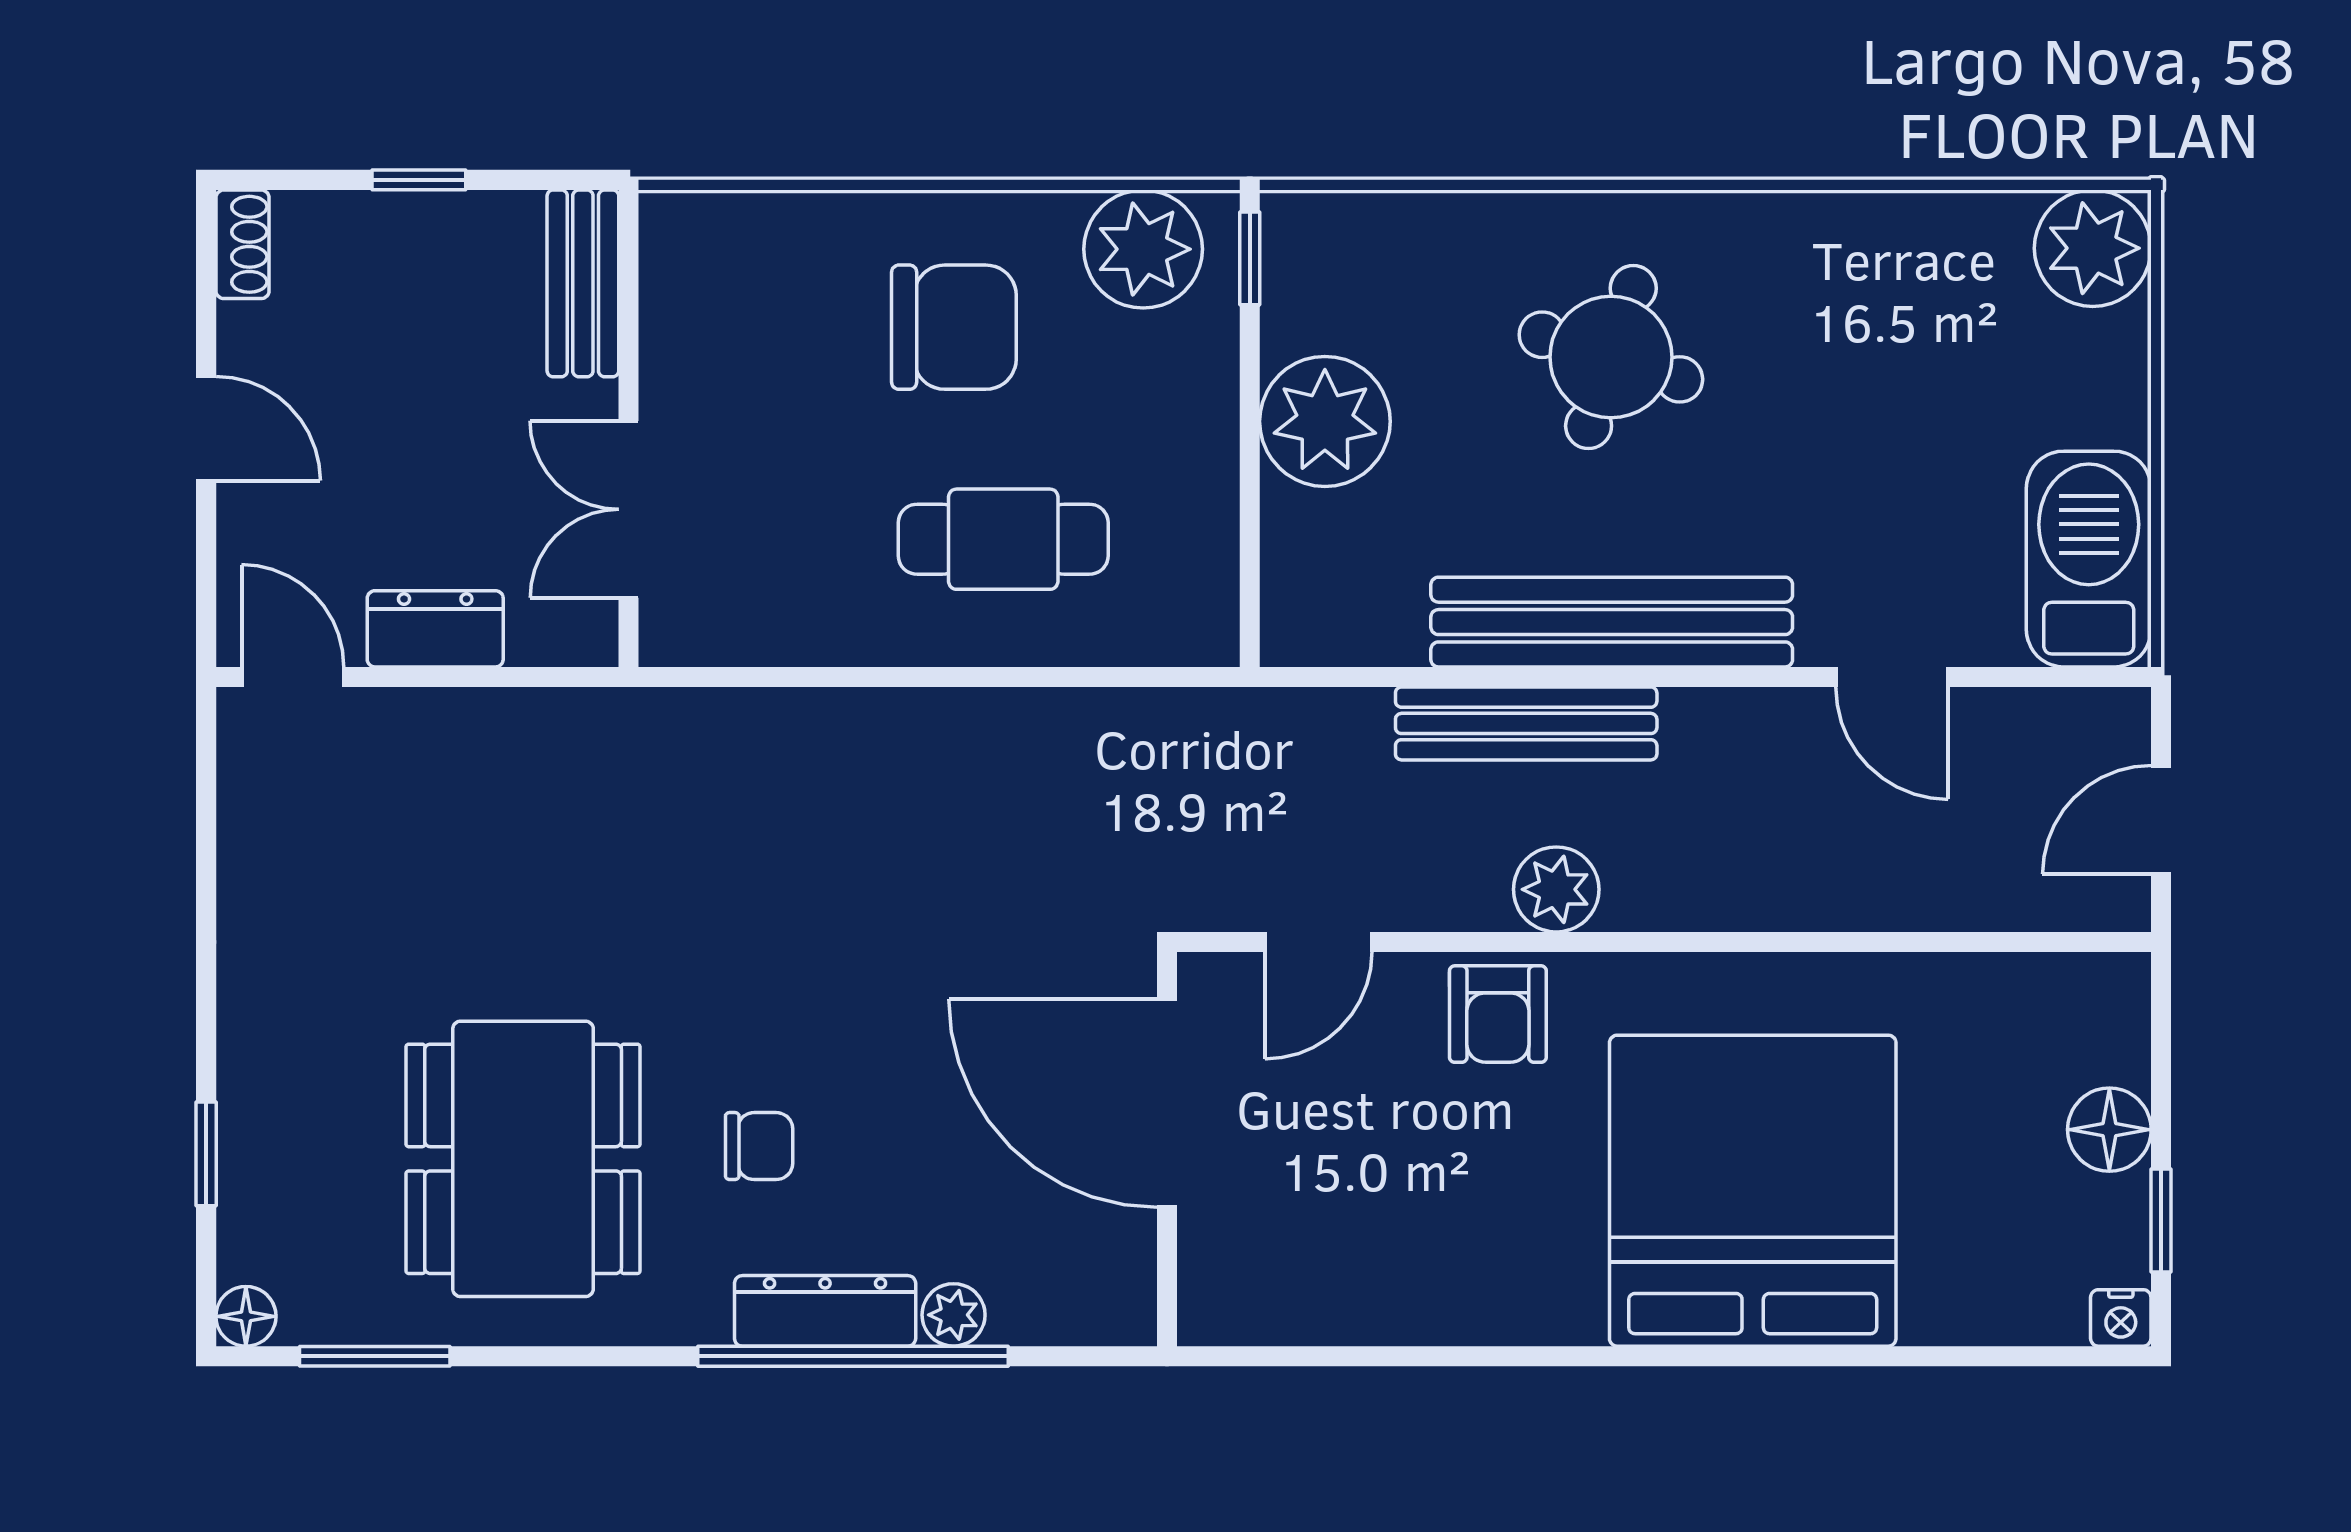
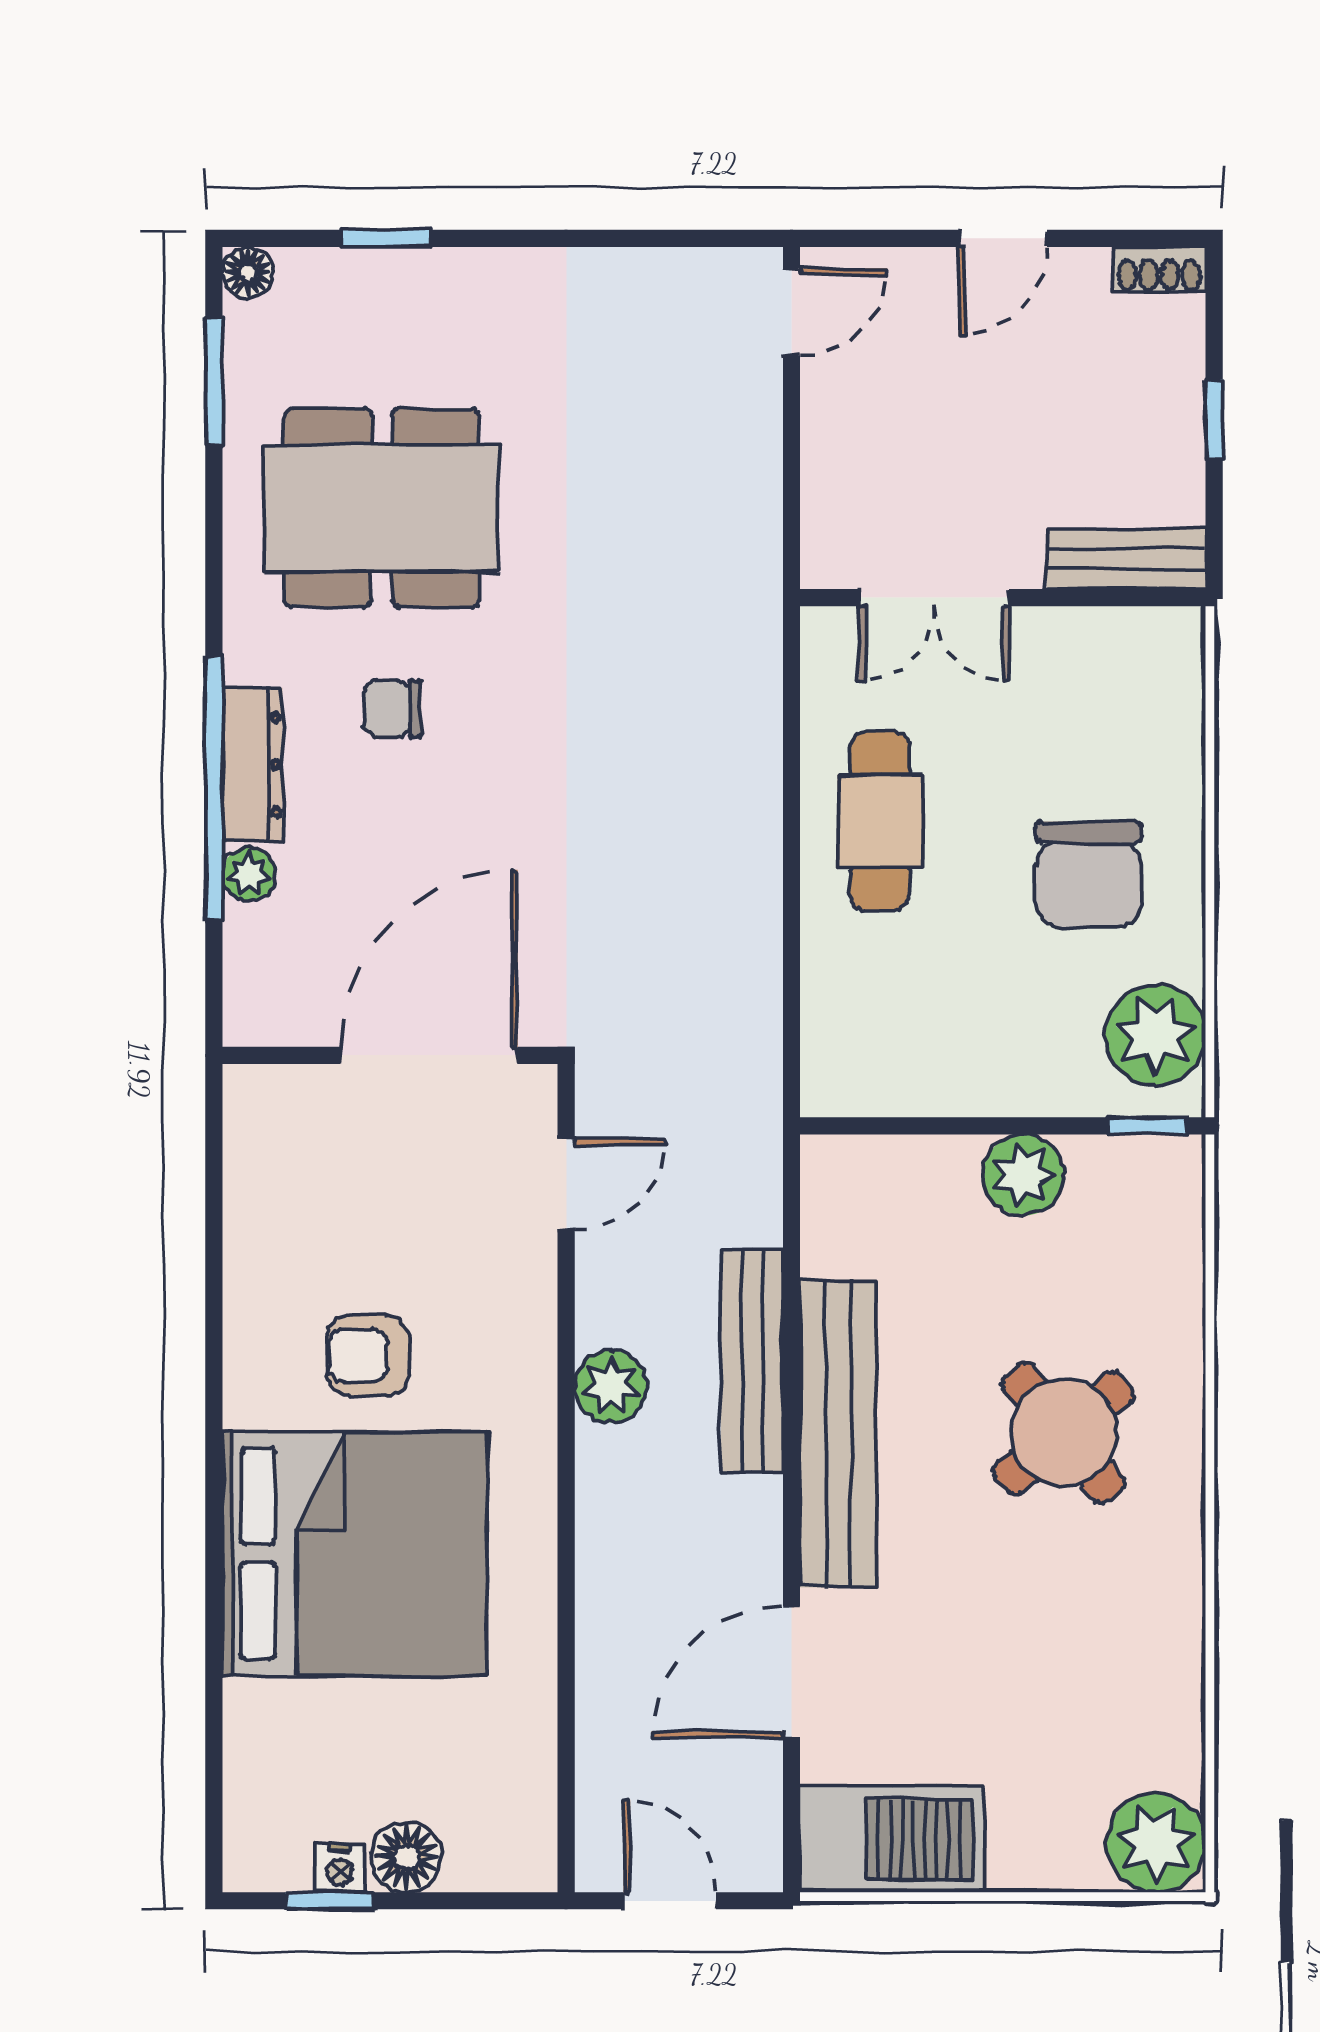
round table: (1611, 357) -> (1064, 1433), turned 33
plant: (1325, 421) -> (1024, 1175), width x0.73, depth x0.73
double door: (629, 509) -> (934, 598), swing flipped
cafe table: (1003, 539) -> (880, 821), moved
dresser: (435, 629) -> (832, 433), removed
door: (1892, 677) -> (791, 1672), width x1.38
door: (1318, 942) -> (566, 1184), swing flipped
armchair: (1498, 1014) -> (368, 1355), moved
chair: (759, 1146) -> (393, 709), turned 90
nightstand: (2121, 1318) -> (340, 1868), moved, turned -90

